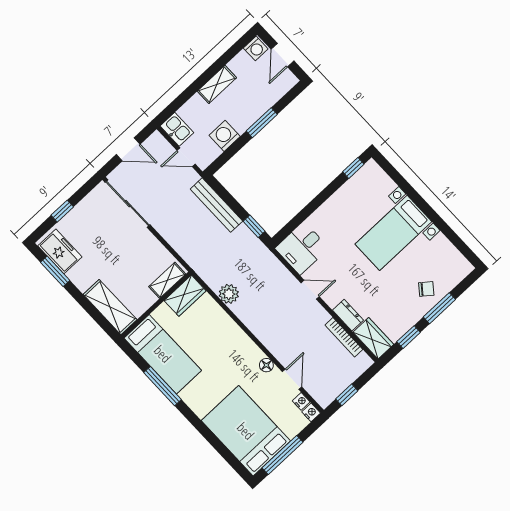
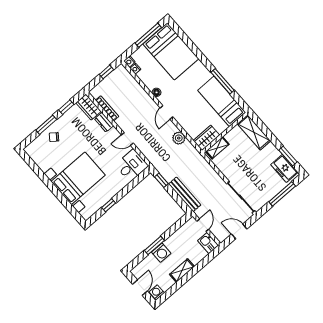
washing machine: (225, 136) -> (161, 253), moved
door: (186, 157) -> (203, 225), hinge flipped
window: (353, 168) -> (109, 205), moved
window: (62, 211) -> (282, 194), width x2.17
bed with nightstands: (393, 233) -> (78, 178), width x1.36
door: (292, 379) -> (166, 112), moved

